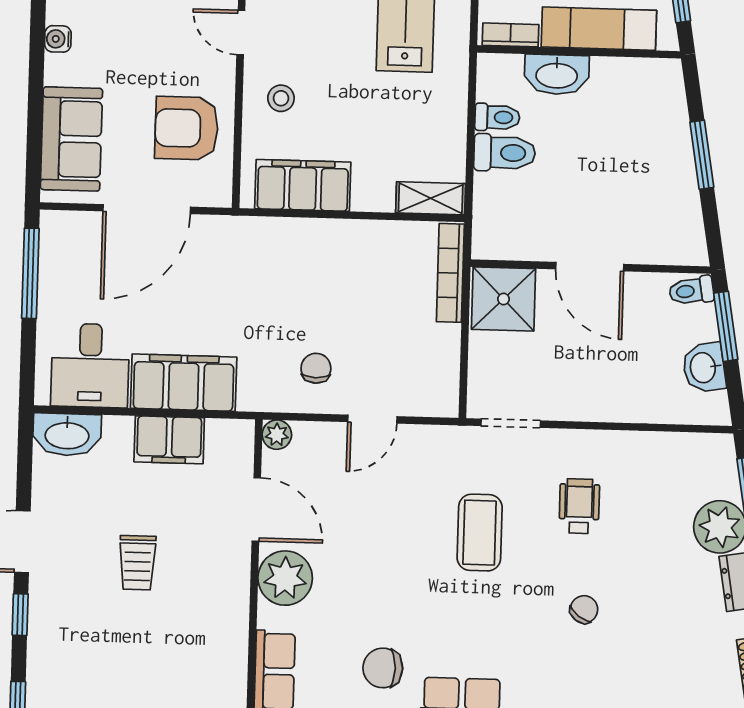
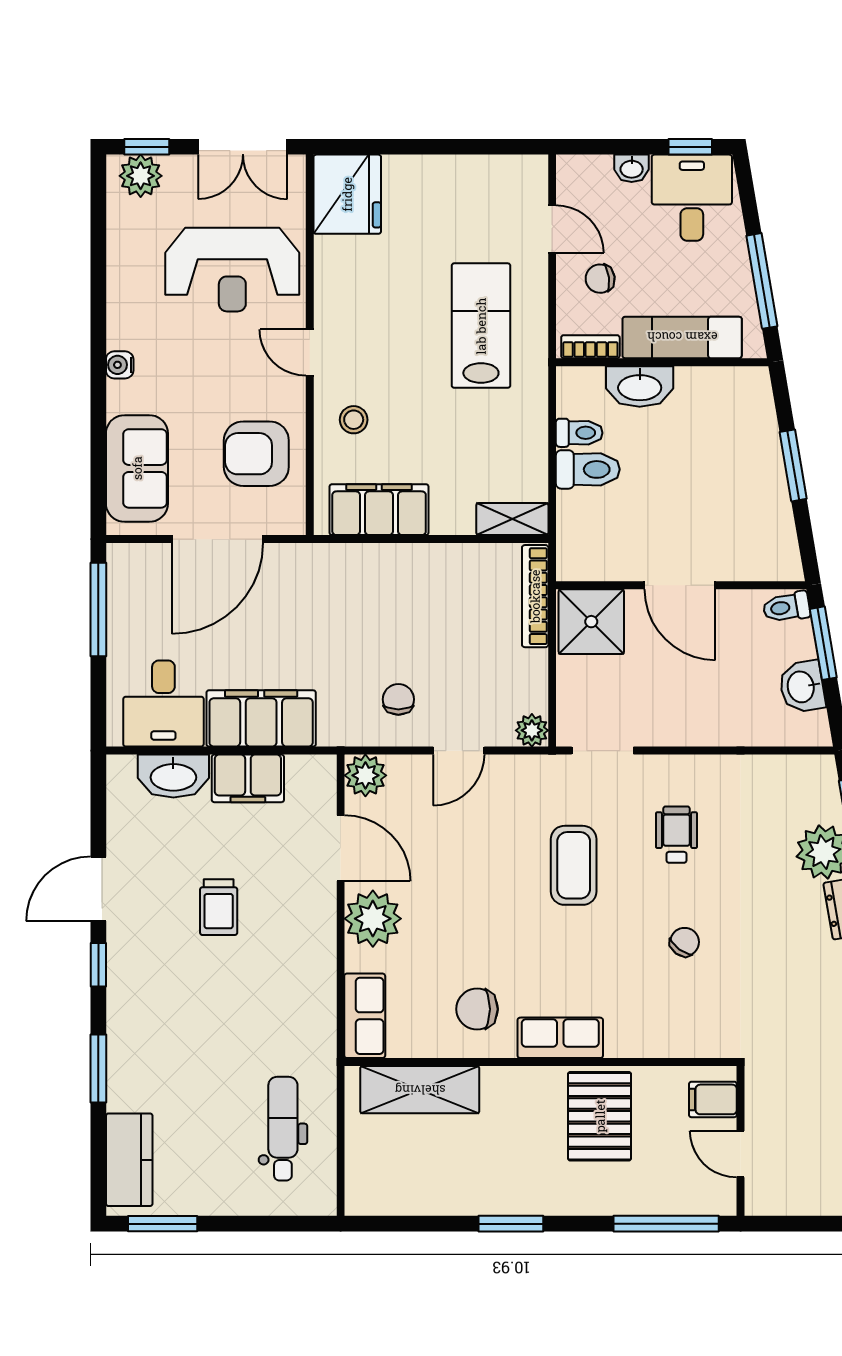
plant: (443, 402) -> (532, 730), added
washbasin: (67, 435) -> (173, 776), moved
plant: (277, 435) -> (365, 775), width x1.38, depth x1.38

